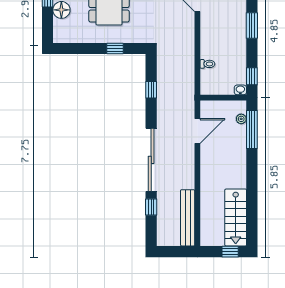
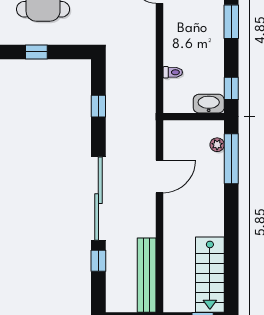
window: (115, 48) -> (36, 52), moved
washbasin: (240, 90) -> (209, 104), width x1.91, depth x1.45
door: (197, 131) -> (159, 177), moved

